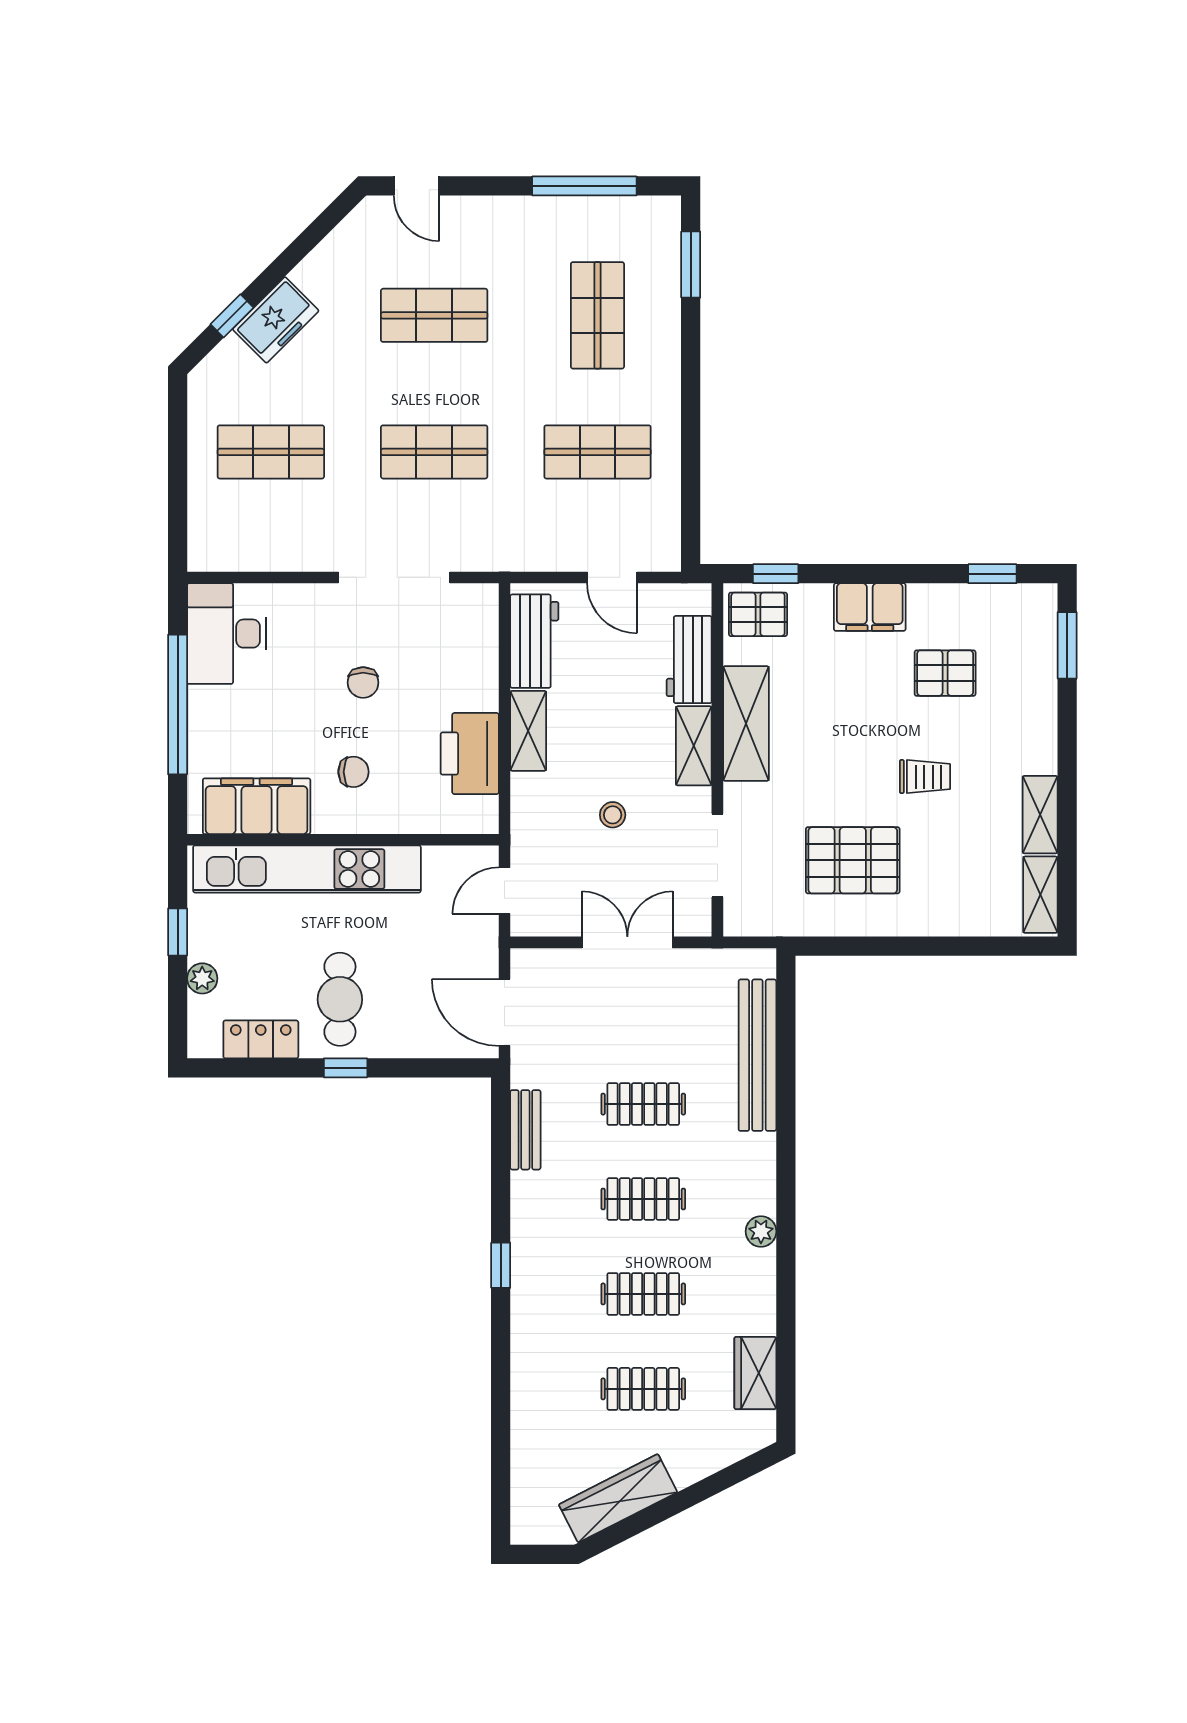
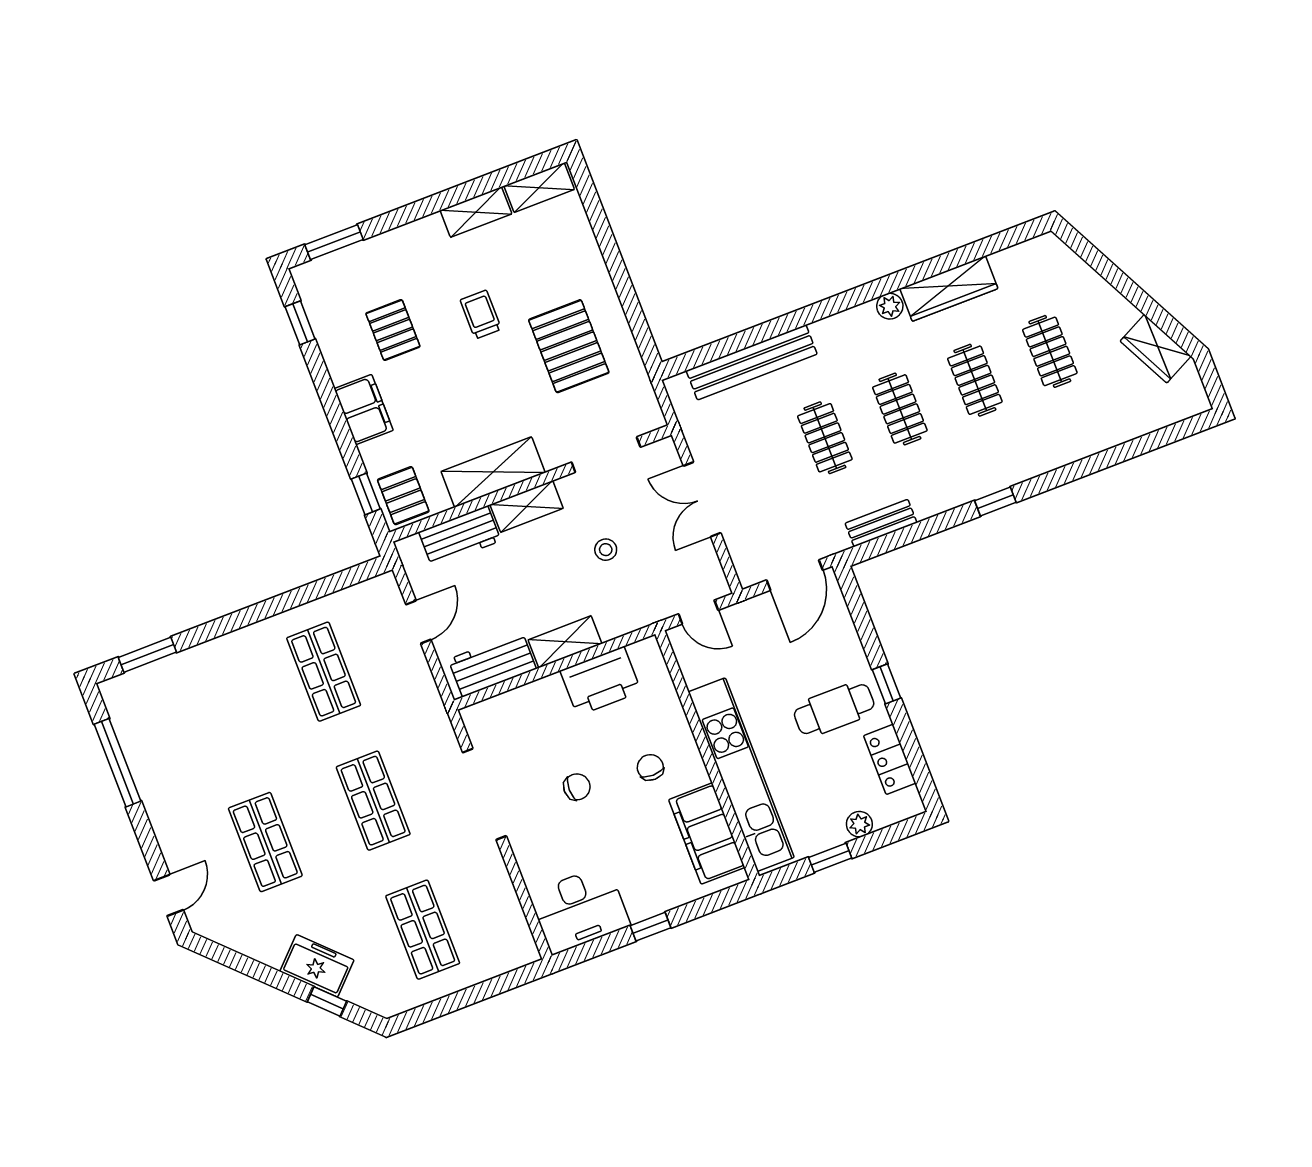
shop shelf: (597, 315) -> (216, 713), removed
window: (178, 705) -> (650, 927), width x0.32
wardrobe: (755, 1373) -> (949, 289), moved, width x1.50
wardrobe: (618, 1498) -> (1156, 349), width x0.67

